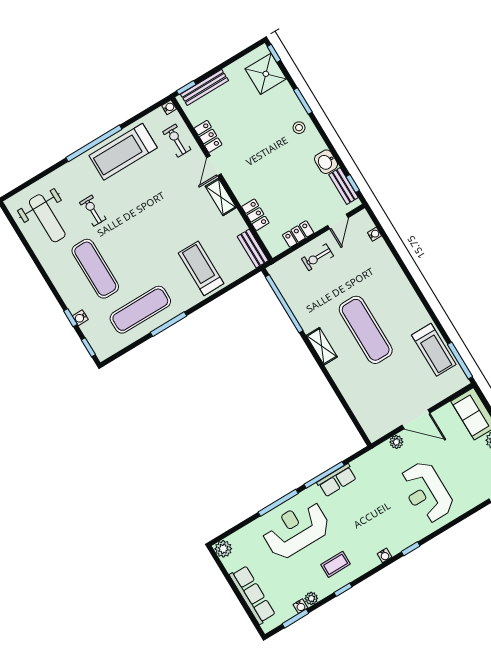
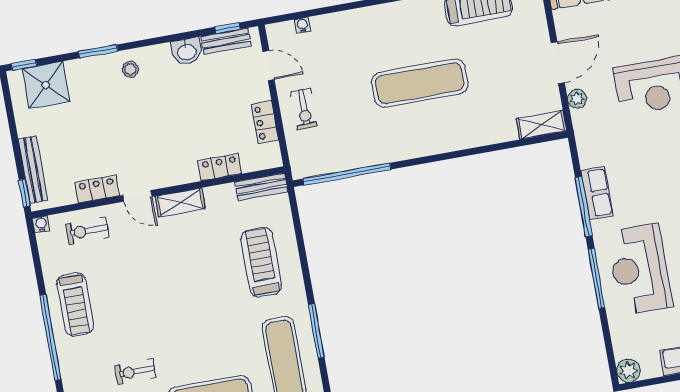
treadmill: (123, 152) -> (75, 304), width x0.73, depth x0.73
treadmill: (201, 268) -> (261, 262), turned 90
shelving: (322, 346) -> (541, 125), moved

